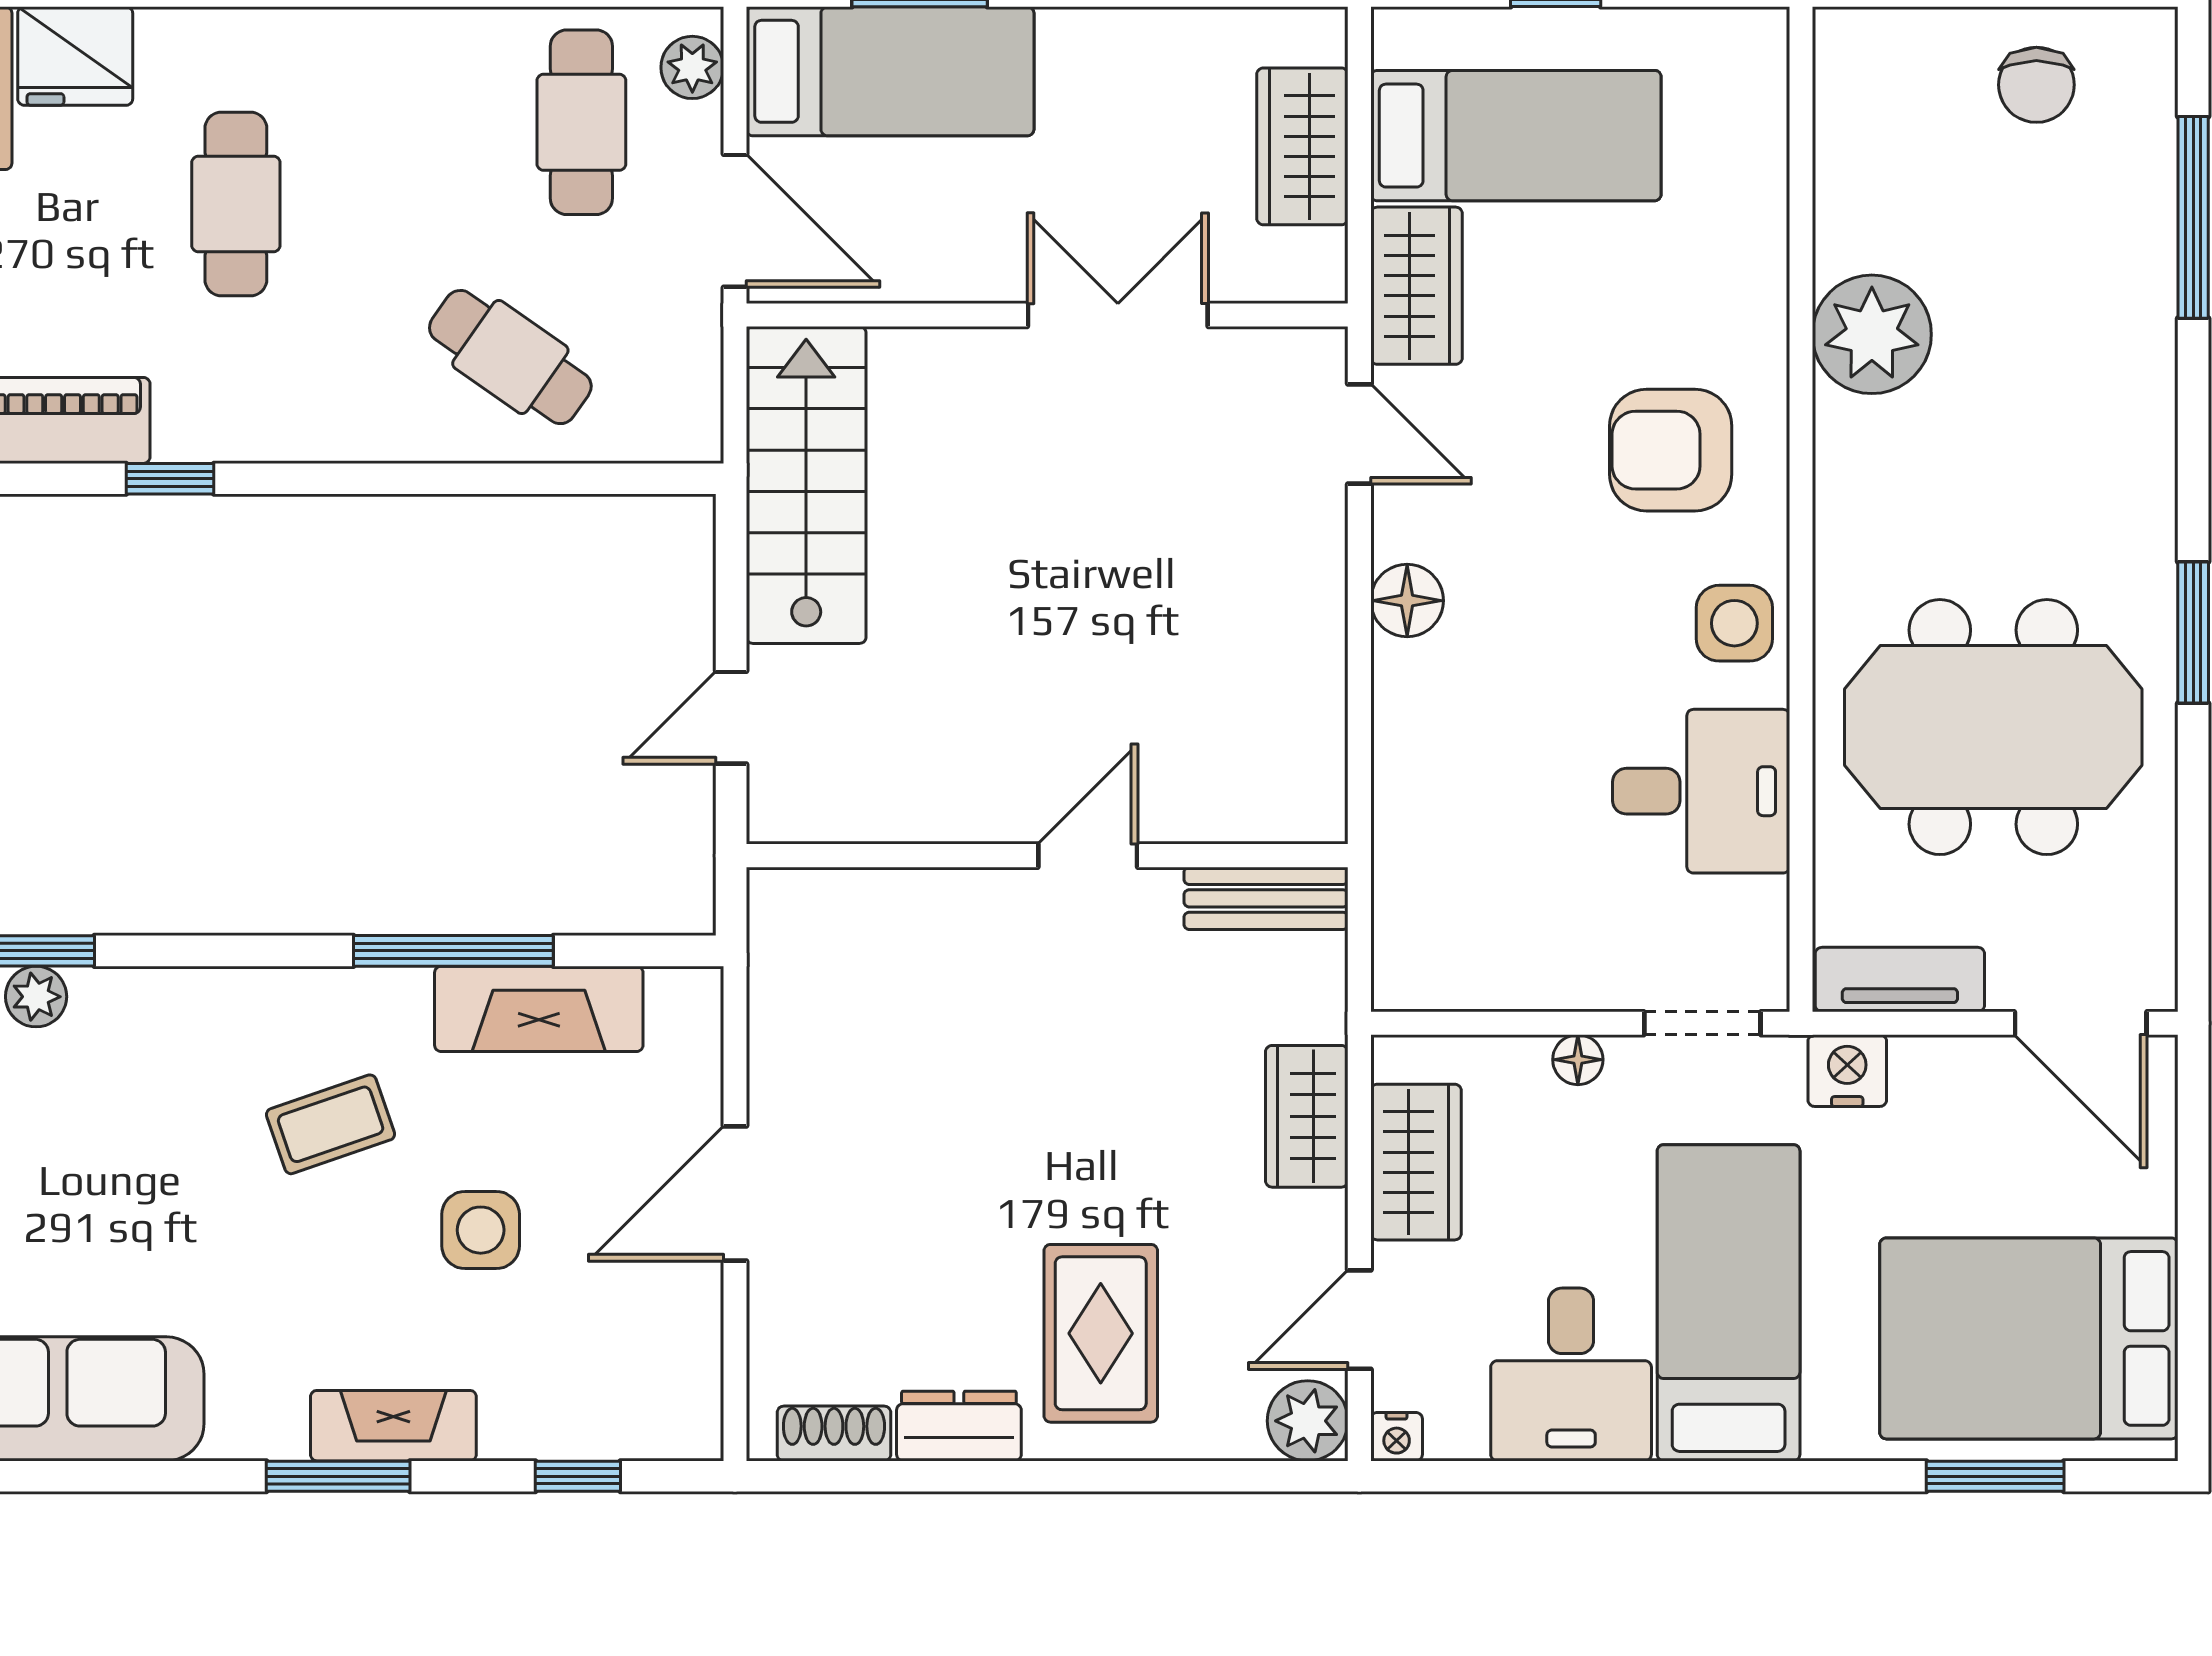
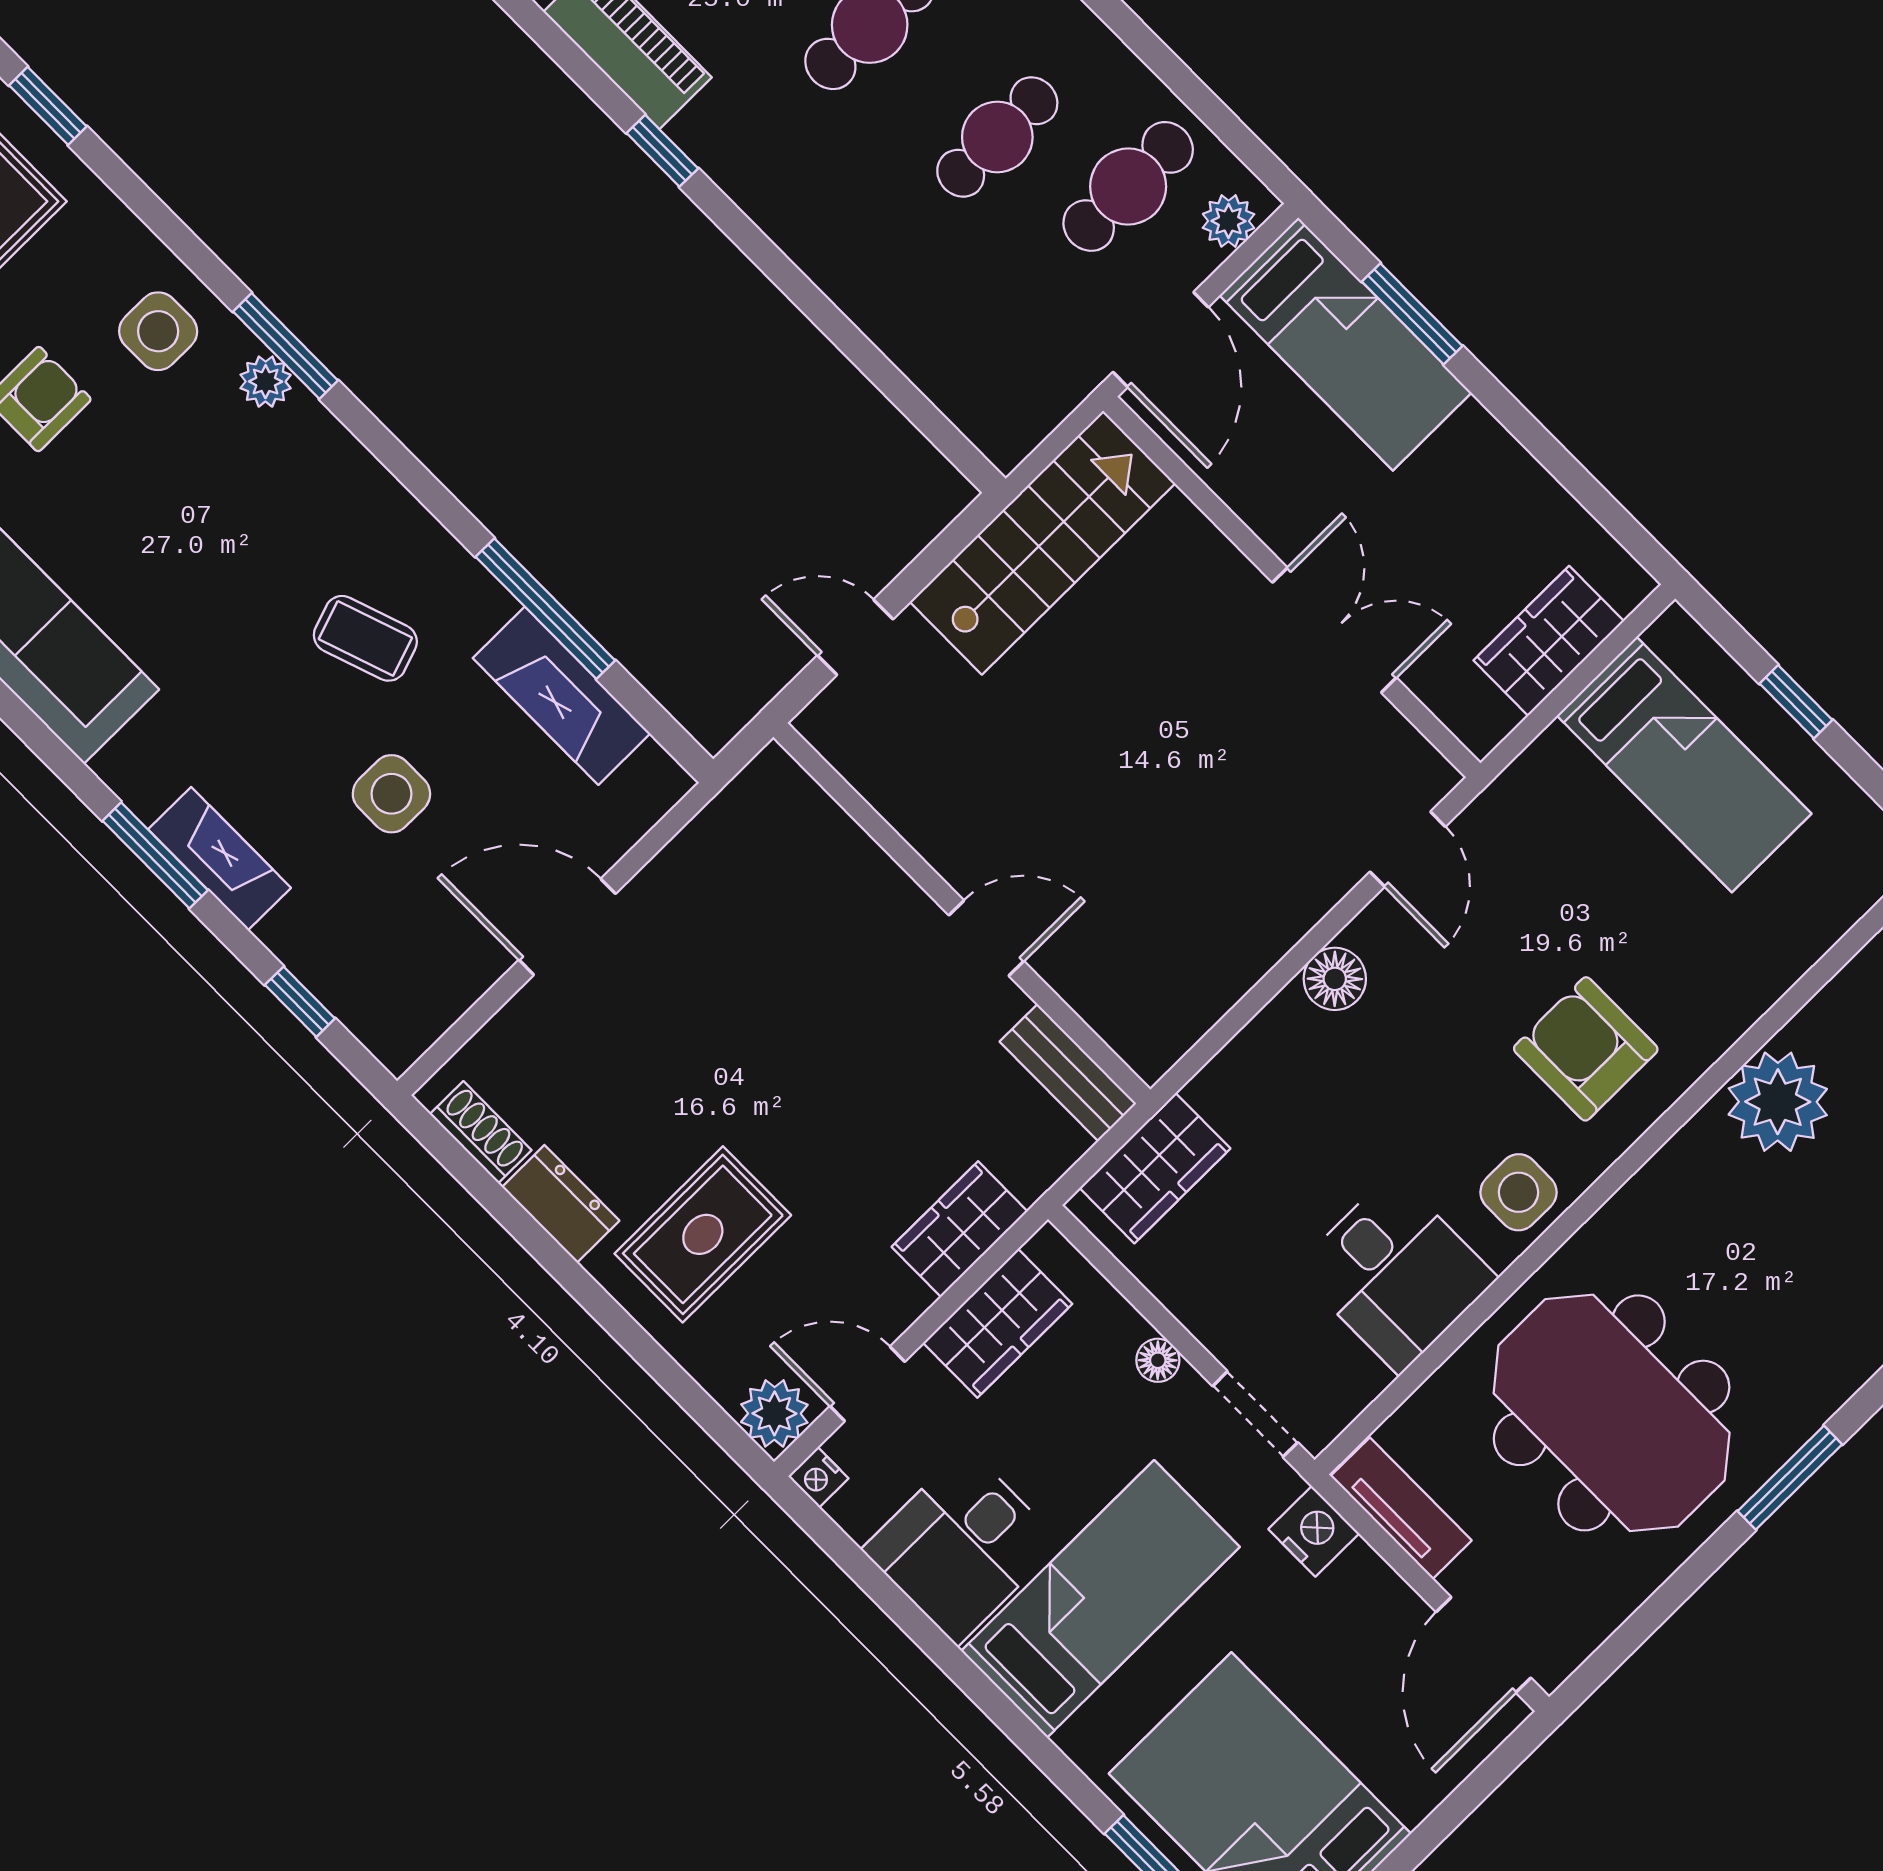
wardrobe: (1416, 286) -> (1155, 1168), moved
cafe table: (510, 357) -> (997, 137), moved, turned 55

